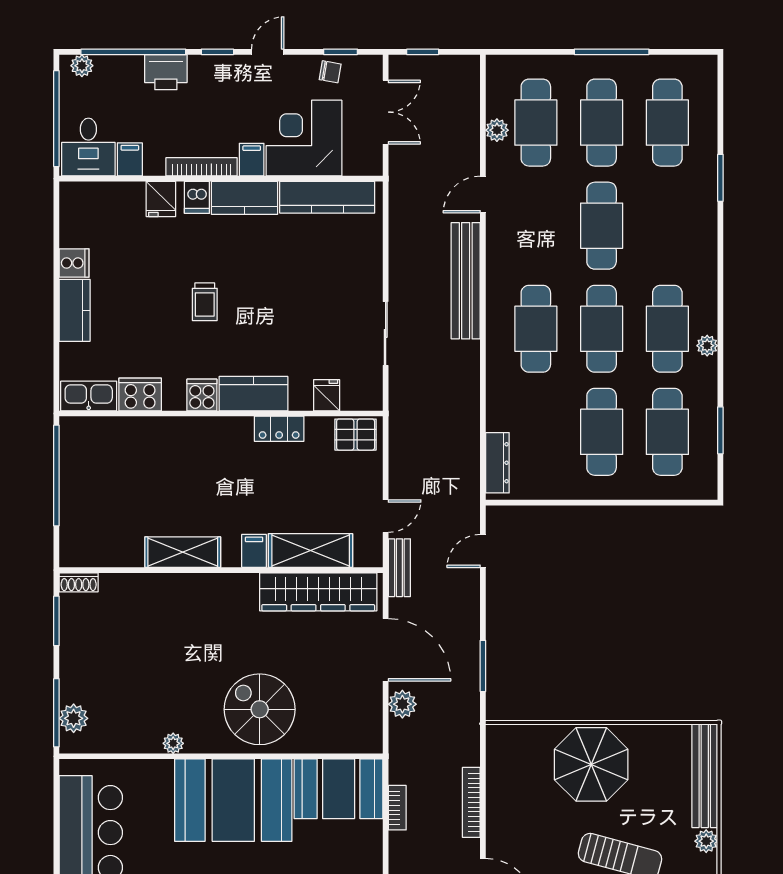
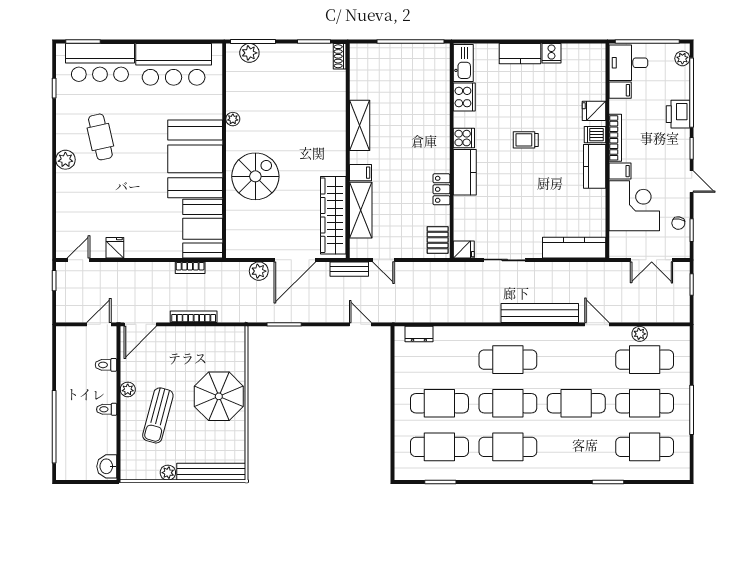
kitchen counter: (327, 197) -> (574, 248), moved, turned 90
plant: (707, 346) -> (497, 473), removed
fridge: (327, 395) -> (464, 250), moved
dresser: (497, 463) -> (419, 334), width x0.70

